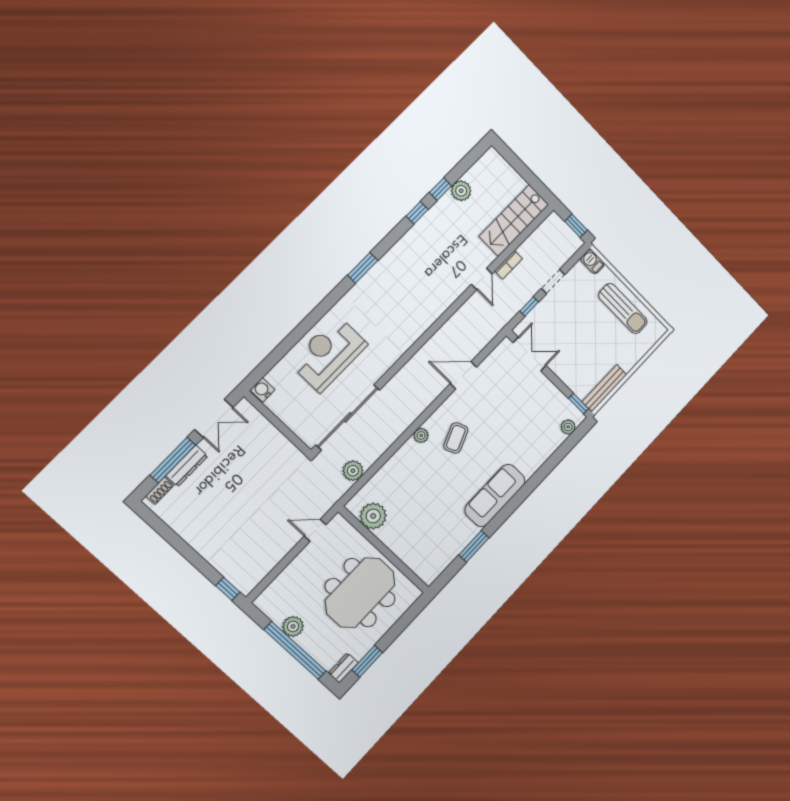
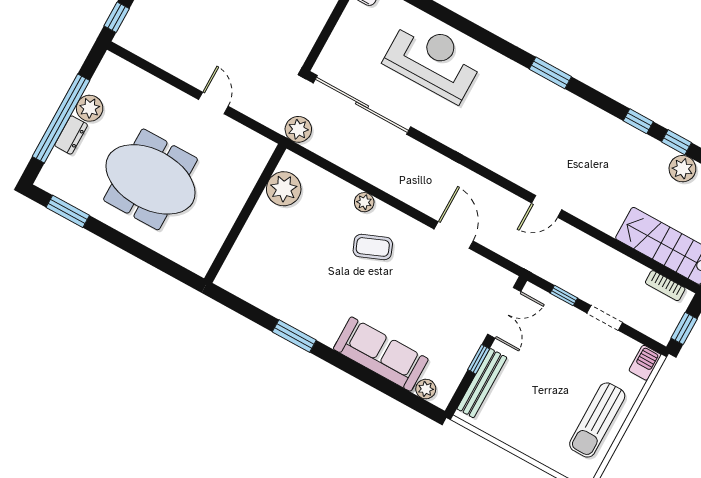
bookcase: (509, 265) -> (665, 286), moved
door: (482, 279) -> (547, 206), moved
bench: (604, 388) -> (482, 383), moved, turned 90
window: (578, 403) -> (479, 359), moved
sofa: (495, 495) -> (381, 354), moved
plant: (373, 516) -> (284, 189), moved
window: (474, 546) -> (294, 336), moved
wall: (384, 550) -> (245, 213), moved
dresser: (343, 668) -> (71, 135), moved, turned 90

